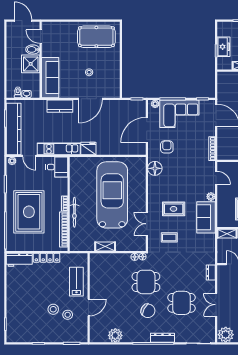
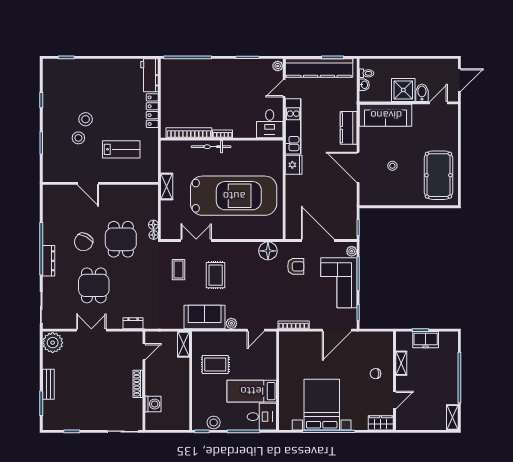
rug: (29, 212) -> (212, 88), removed
wall: (89, 298) -> (100, 183), moved
door: (89, 307) -> (88, 183), moved
plant: (115, 335) -> (52, 200), removed

